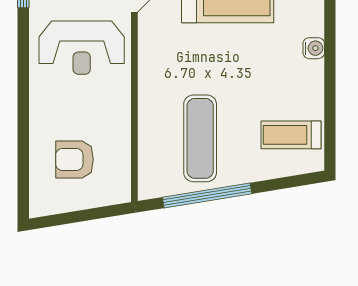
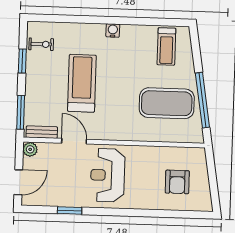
reception desk: (82, 48) -> (108, 175), turned 180
exercise mat: (200, 138) -> (167, 103), width x1.47

